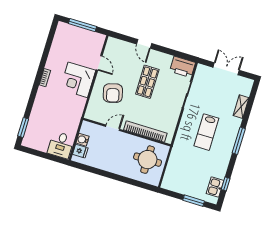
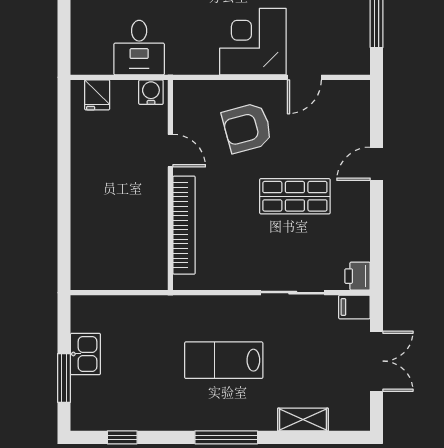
printer: (183, 67) -> (358, 276), width x0.53, depth x0.68
filing cabinet: (201, 71) -> (354, 307), added
water cooler: (83, 140) -> (151, 92), moved
desk: (61, 145) -> (139, 48), moved, turned -90
round table: (148, 160) -> (124, 249), removed
kitchen sink: (215, 187) -> (85, 354), moved, turned 90

